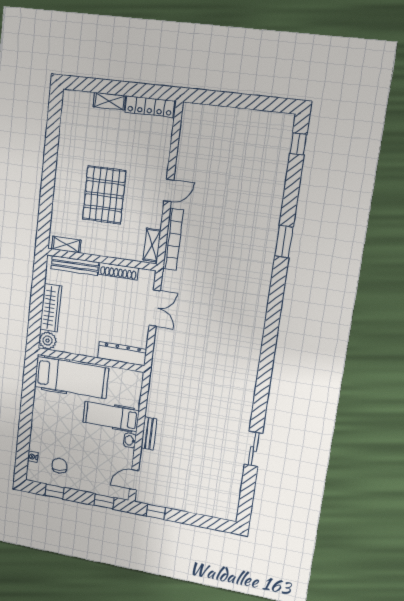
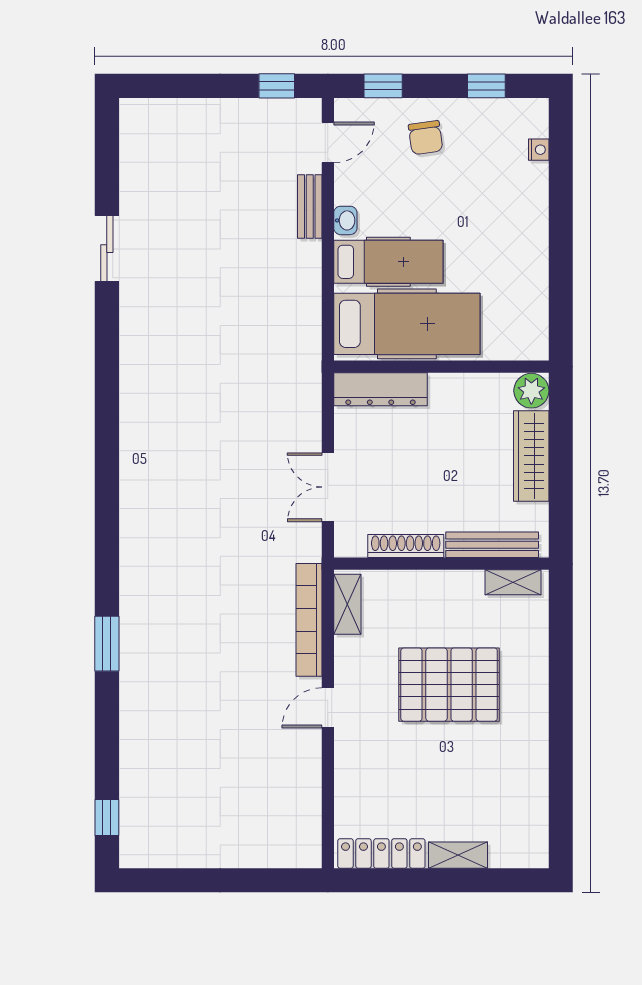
pallet: (104, 195) -> (449, 685), turned 90
hospital bed: (71, 377) -> (407, 324), moved, turned 180
bench: (149, 433) -> (310, 206), moved
chair: (60, 466) -> (426, 138), moved

